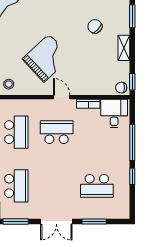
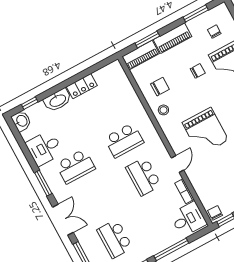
grand piano: (47, 58) -> (205, 131), turned 43
school desk: (57, 132) -> (144, 176), turned 180
double door: (56, 222) -> (63, 220), swing flipped

